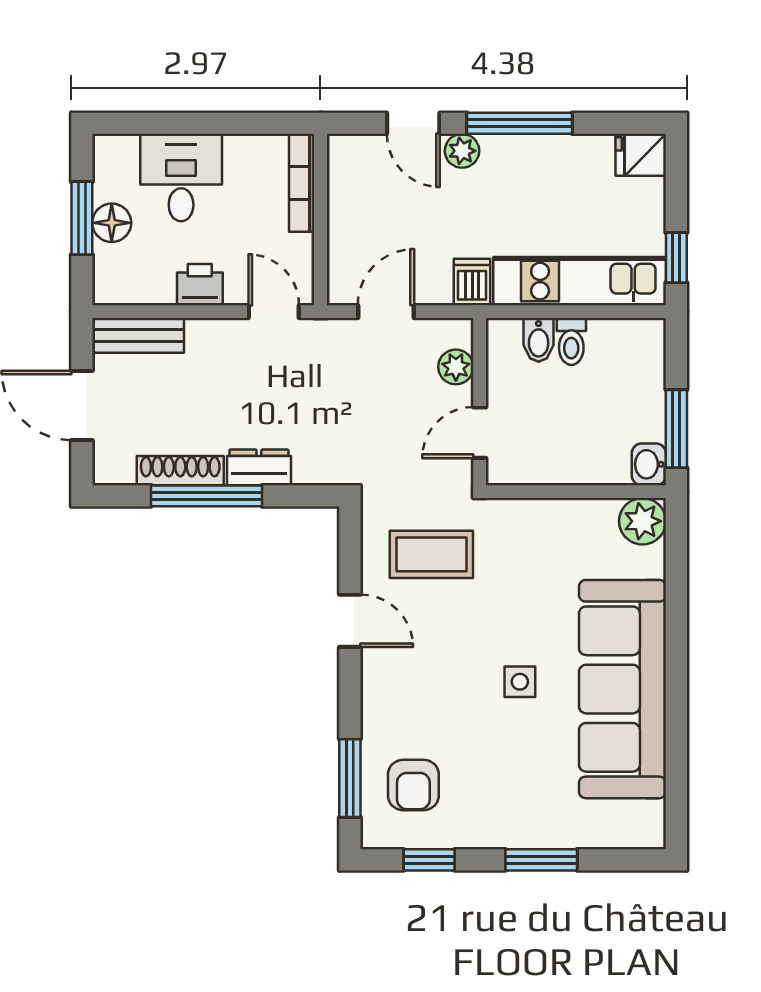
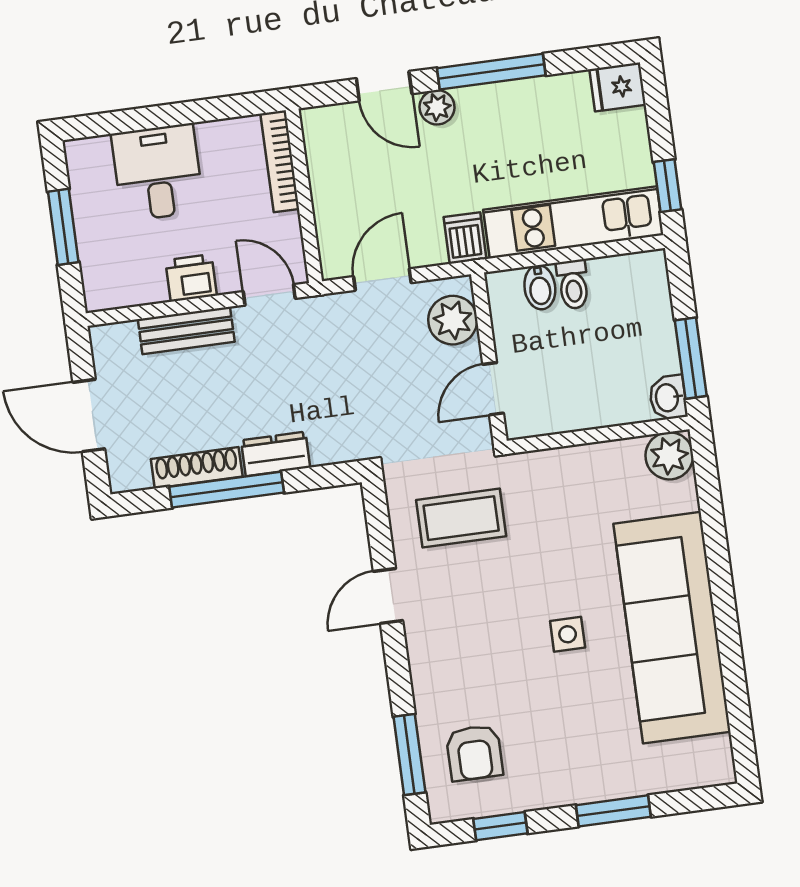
floor lamp: (112, 223) -> (94, 227), removed
bench: (138, 335) -> (186, 330), moved
plant: (456, 367) -> (453, 320), width x1.38, depth x1.38
door: (350, 621) -> (388, 596), swing flipped

